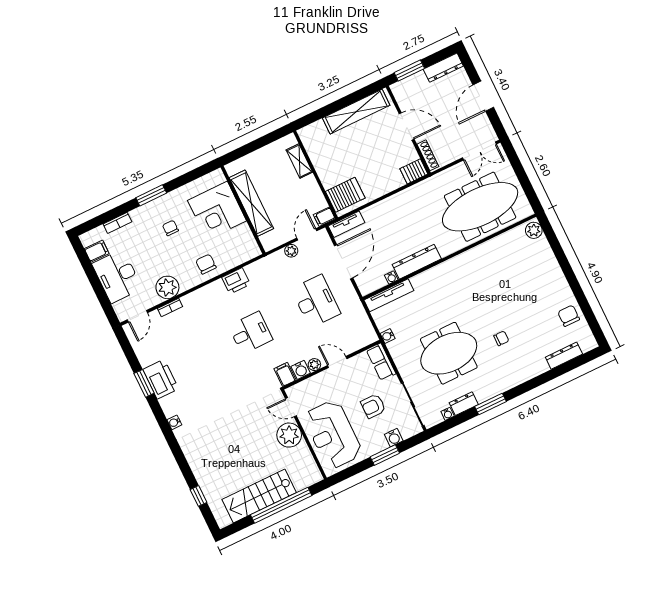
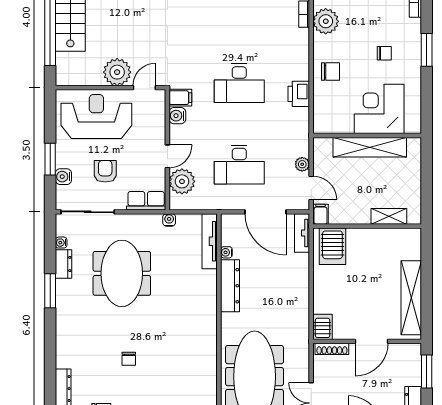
desk: (251, 333) -> (239, 83), width x1.37
chair: (501, 338) -> (129, 359), moved
plant: (314, 365) -> (182, 181), moved, width x1.87, depth x1.87

